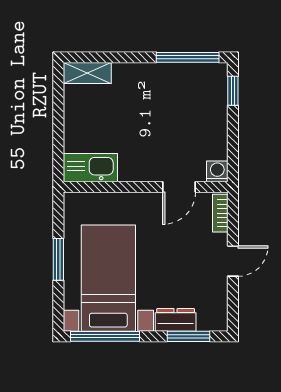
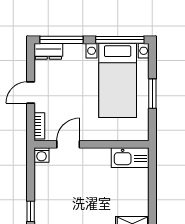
dresser: (176, 320) -> (48, 51), moved
window: (189, 336) -> (62, 40), width x1.44

